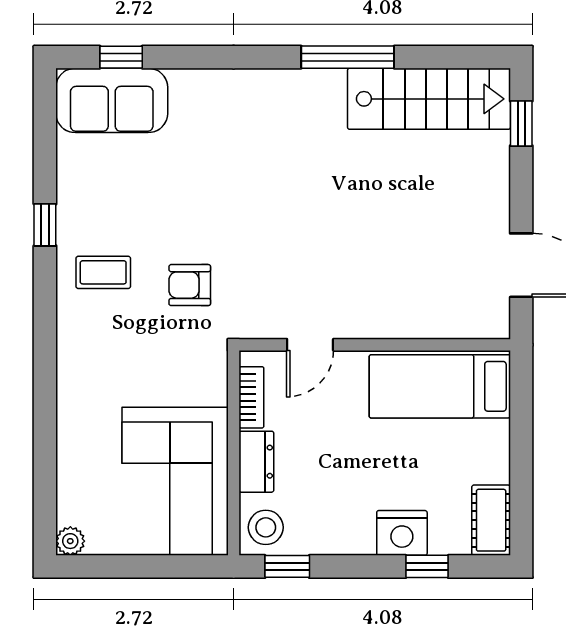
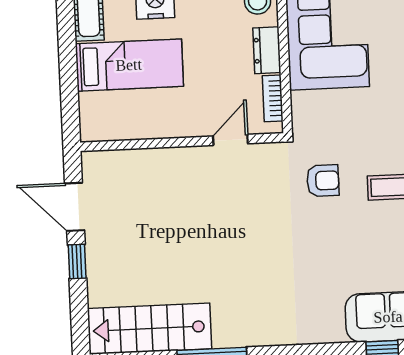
window: (521, 123) -> (77, 261), moved
bed: (440, 386) -> (129, 65), moved

